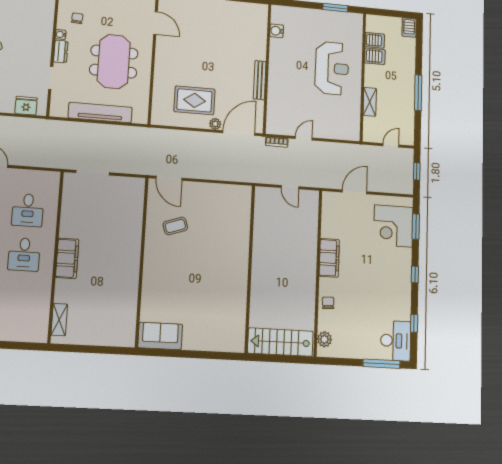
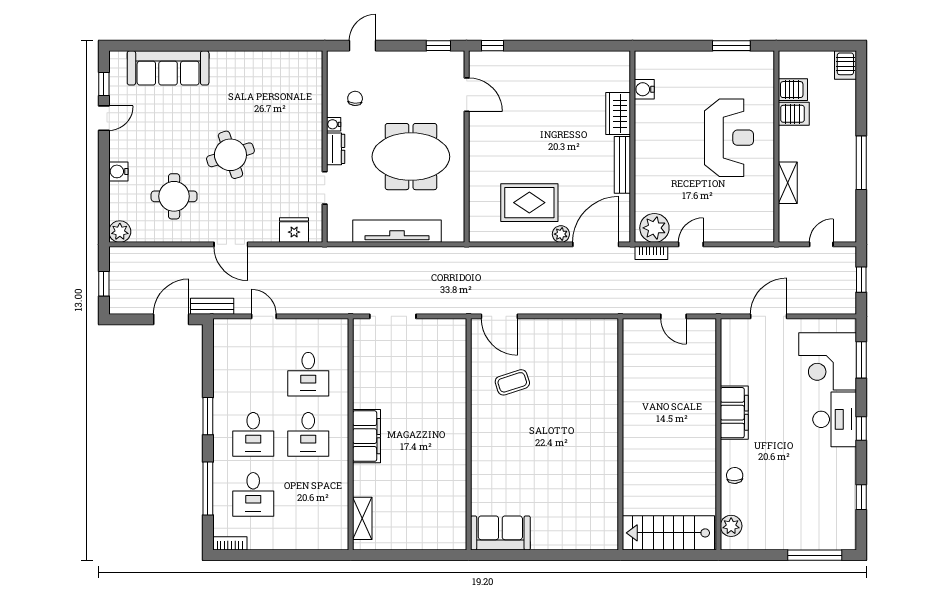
wardrobe: (258, 45) -> (618, 114), added
meeting table: (114, 62) -> (411, 157), turned 90
plant: (280, 125) -> (654, 228), added
desk: (396, 341) -> (835, 419), moved

